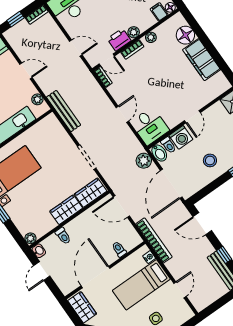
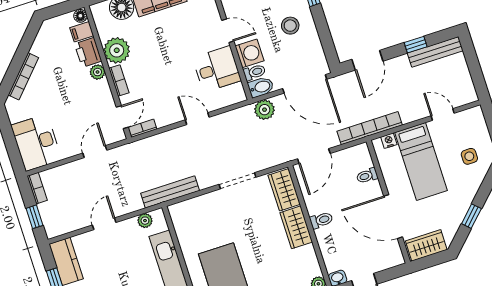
plant: (151, 37) -> (117, 50), width x1.88, depth x1.88
printer: (119, 40) -> (88, 52), moved
desk: (150, 126) -> (217, 69), moved
toilet: (63, 236) -> (321, 220), moved

